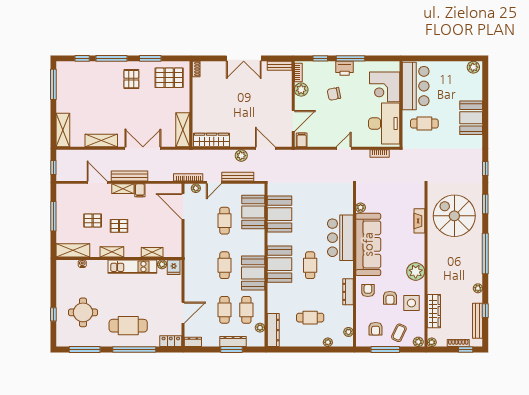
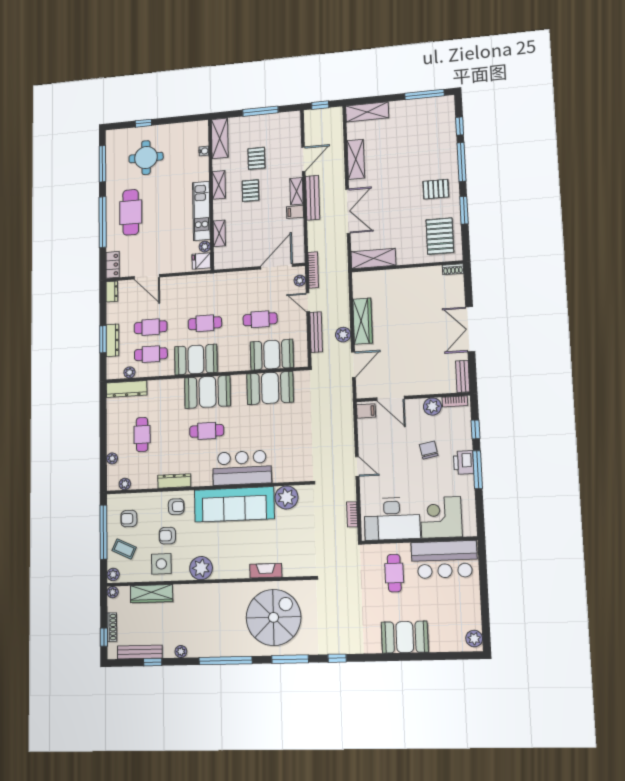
wardrobe: (212, 140) -> (363, 321), moved
window: (485, 204) -> (290, 659), width x1.44
plant: (361, 208) -> (286, 497), width x1.87, depth x1.87
window: (385, 350) -> (103, 532), width x1.46

